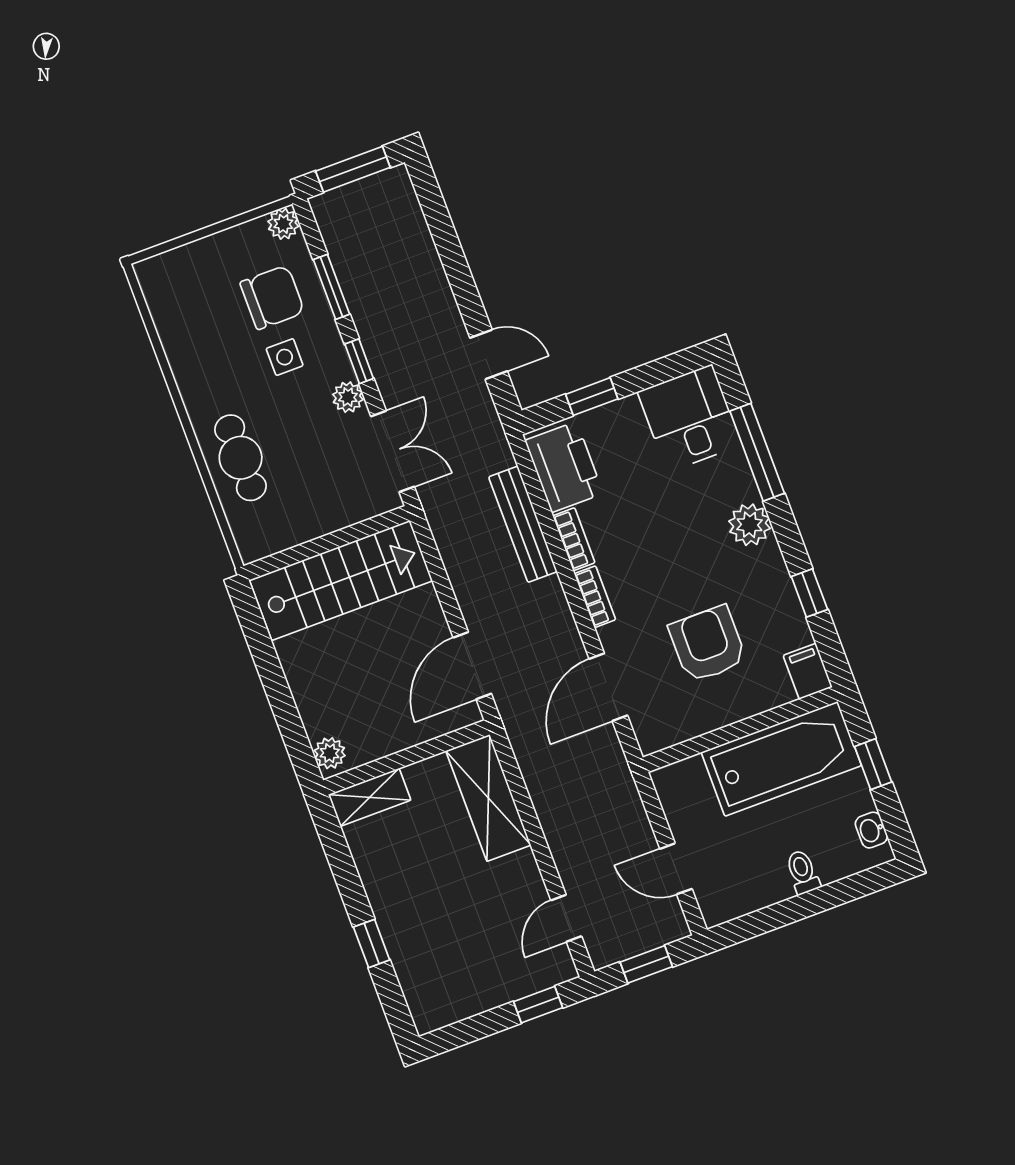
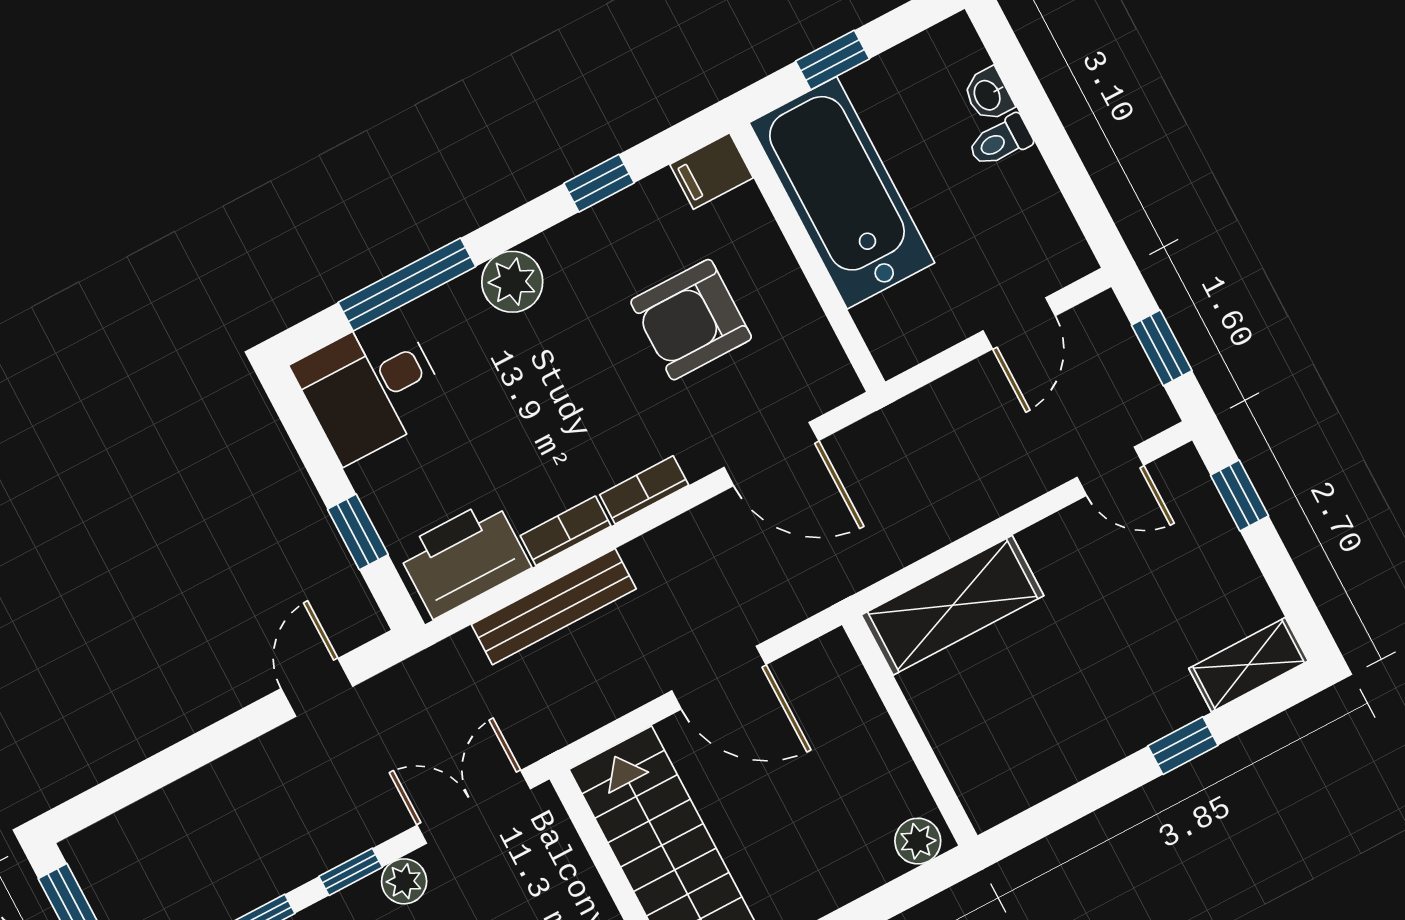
door: (472, 666) -> (719, 678), moved
shelving: (370, 797) -> (1249, 665), moved, turned 90
washbasin: (871, 830) -> (988, 95), moved, turned 90

